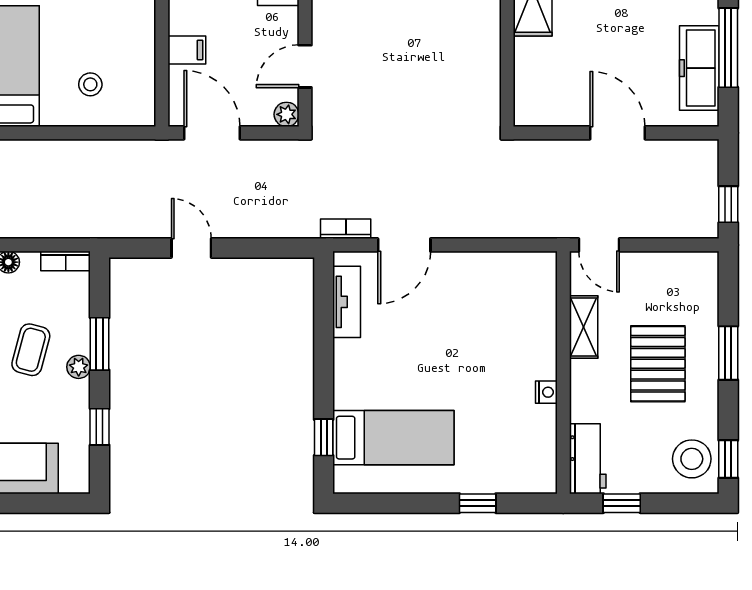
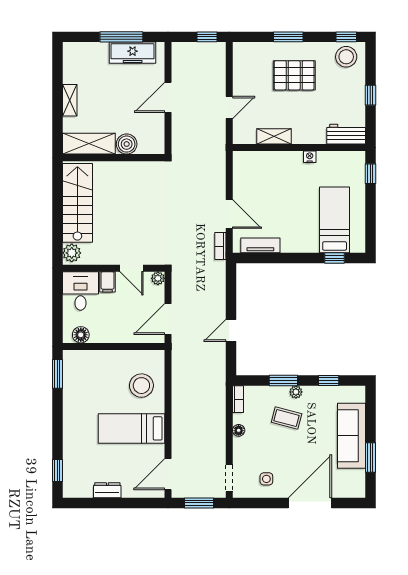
filing cabinet: (187, 50) -> (108, 282), moved, turned 180
boiler: (532, 57) -> (127, 144), added
stool: (90, 84) -> (141, 386), width x1.89, depth x1.89
shelving: (584, 327) -> (274, 136), moved
wall: (563, 373) -> (299, 147), moved
nightstand: (546, 392) -> (310, 157), moved
workbench: (588, 459) -> (346, 134), moved

